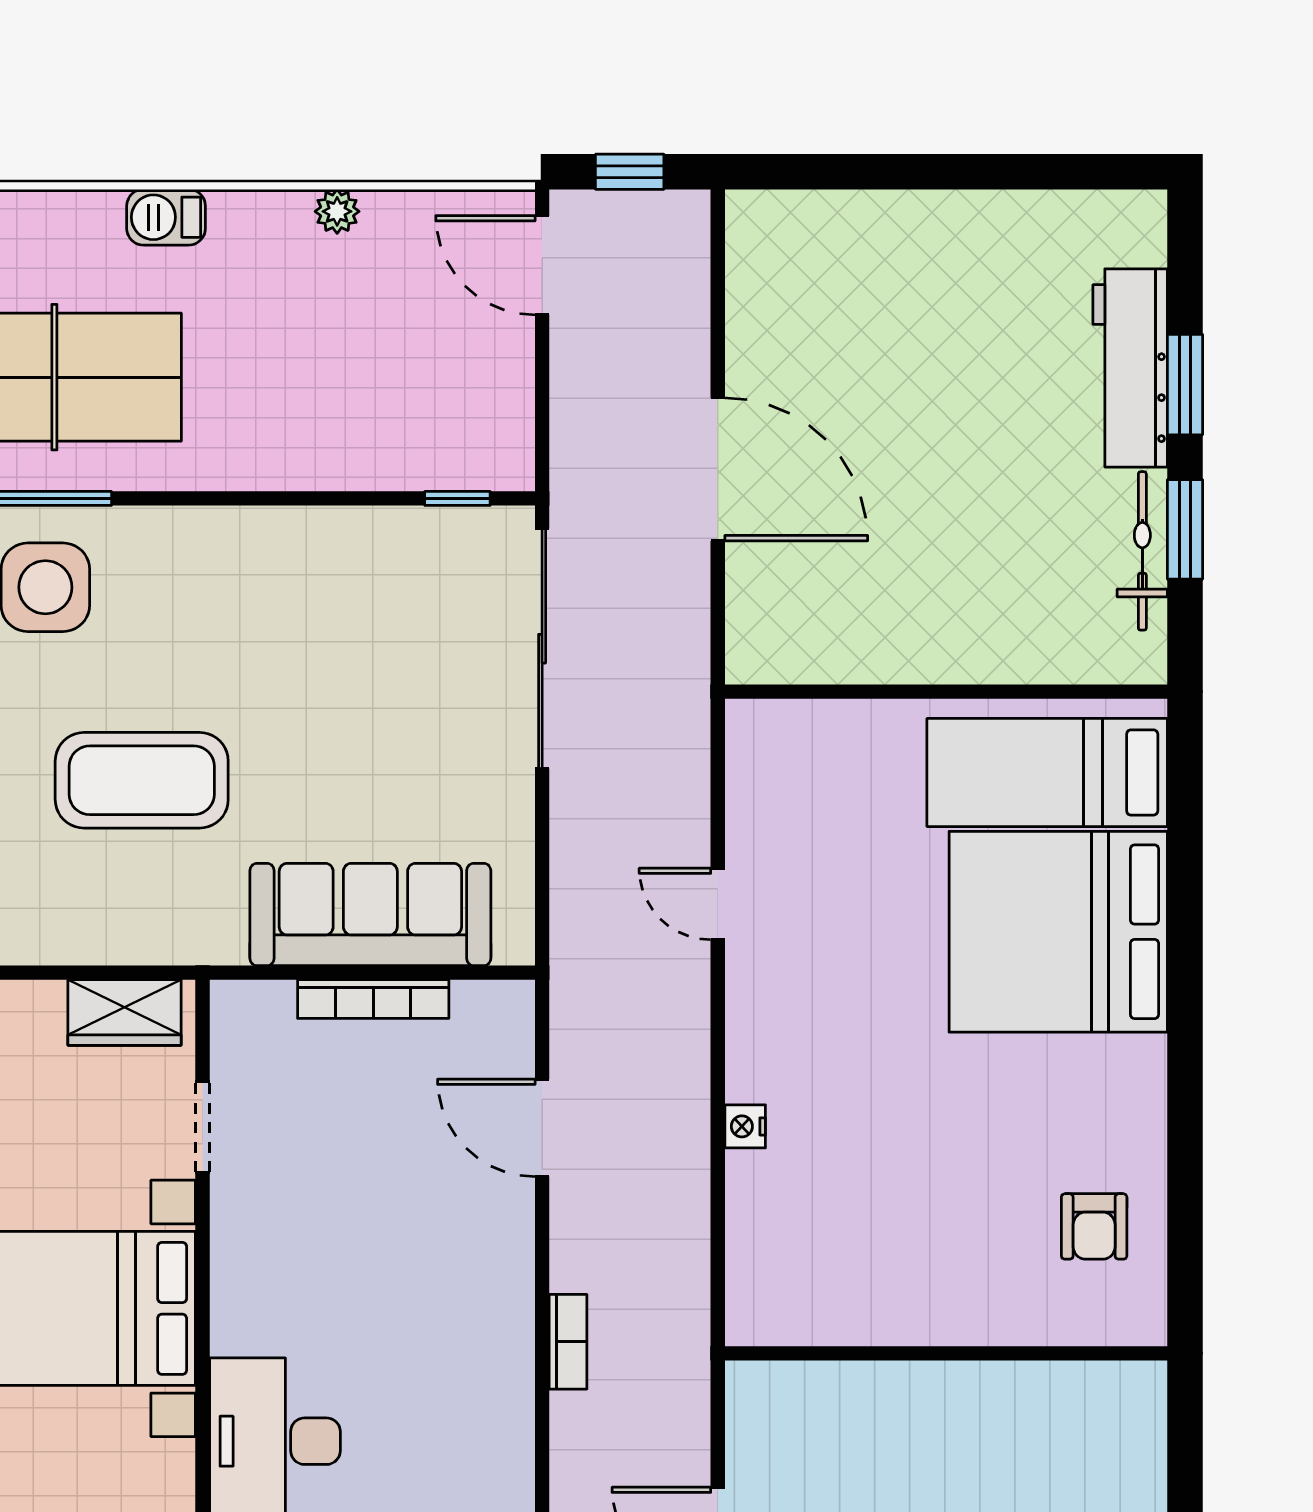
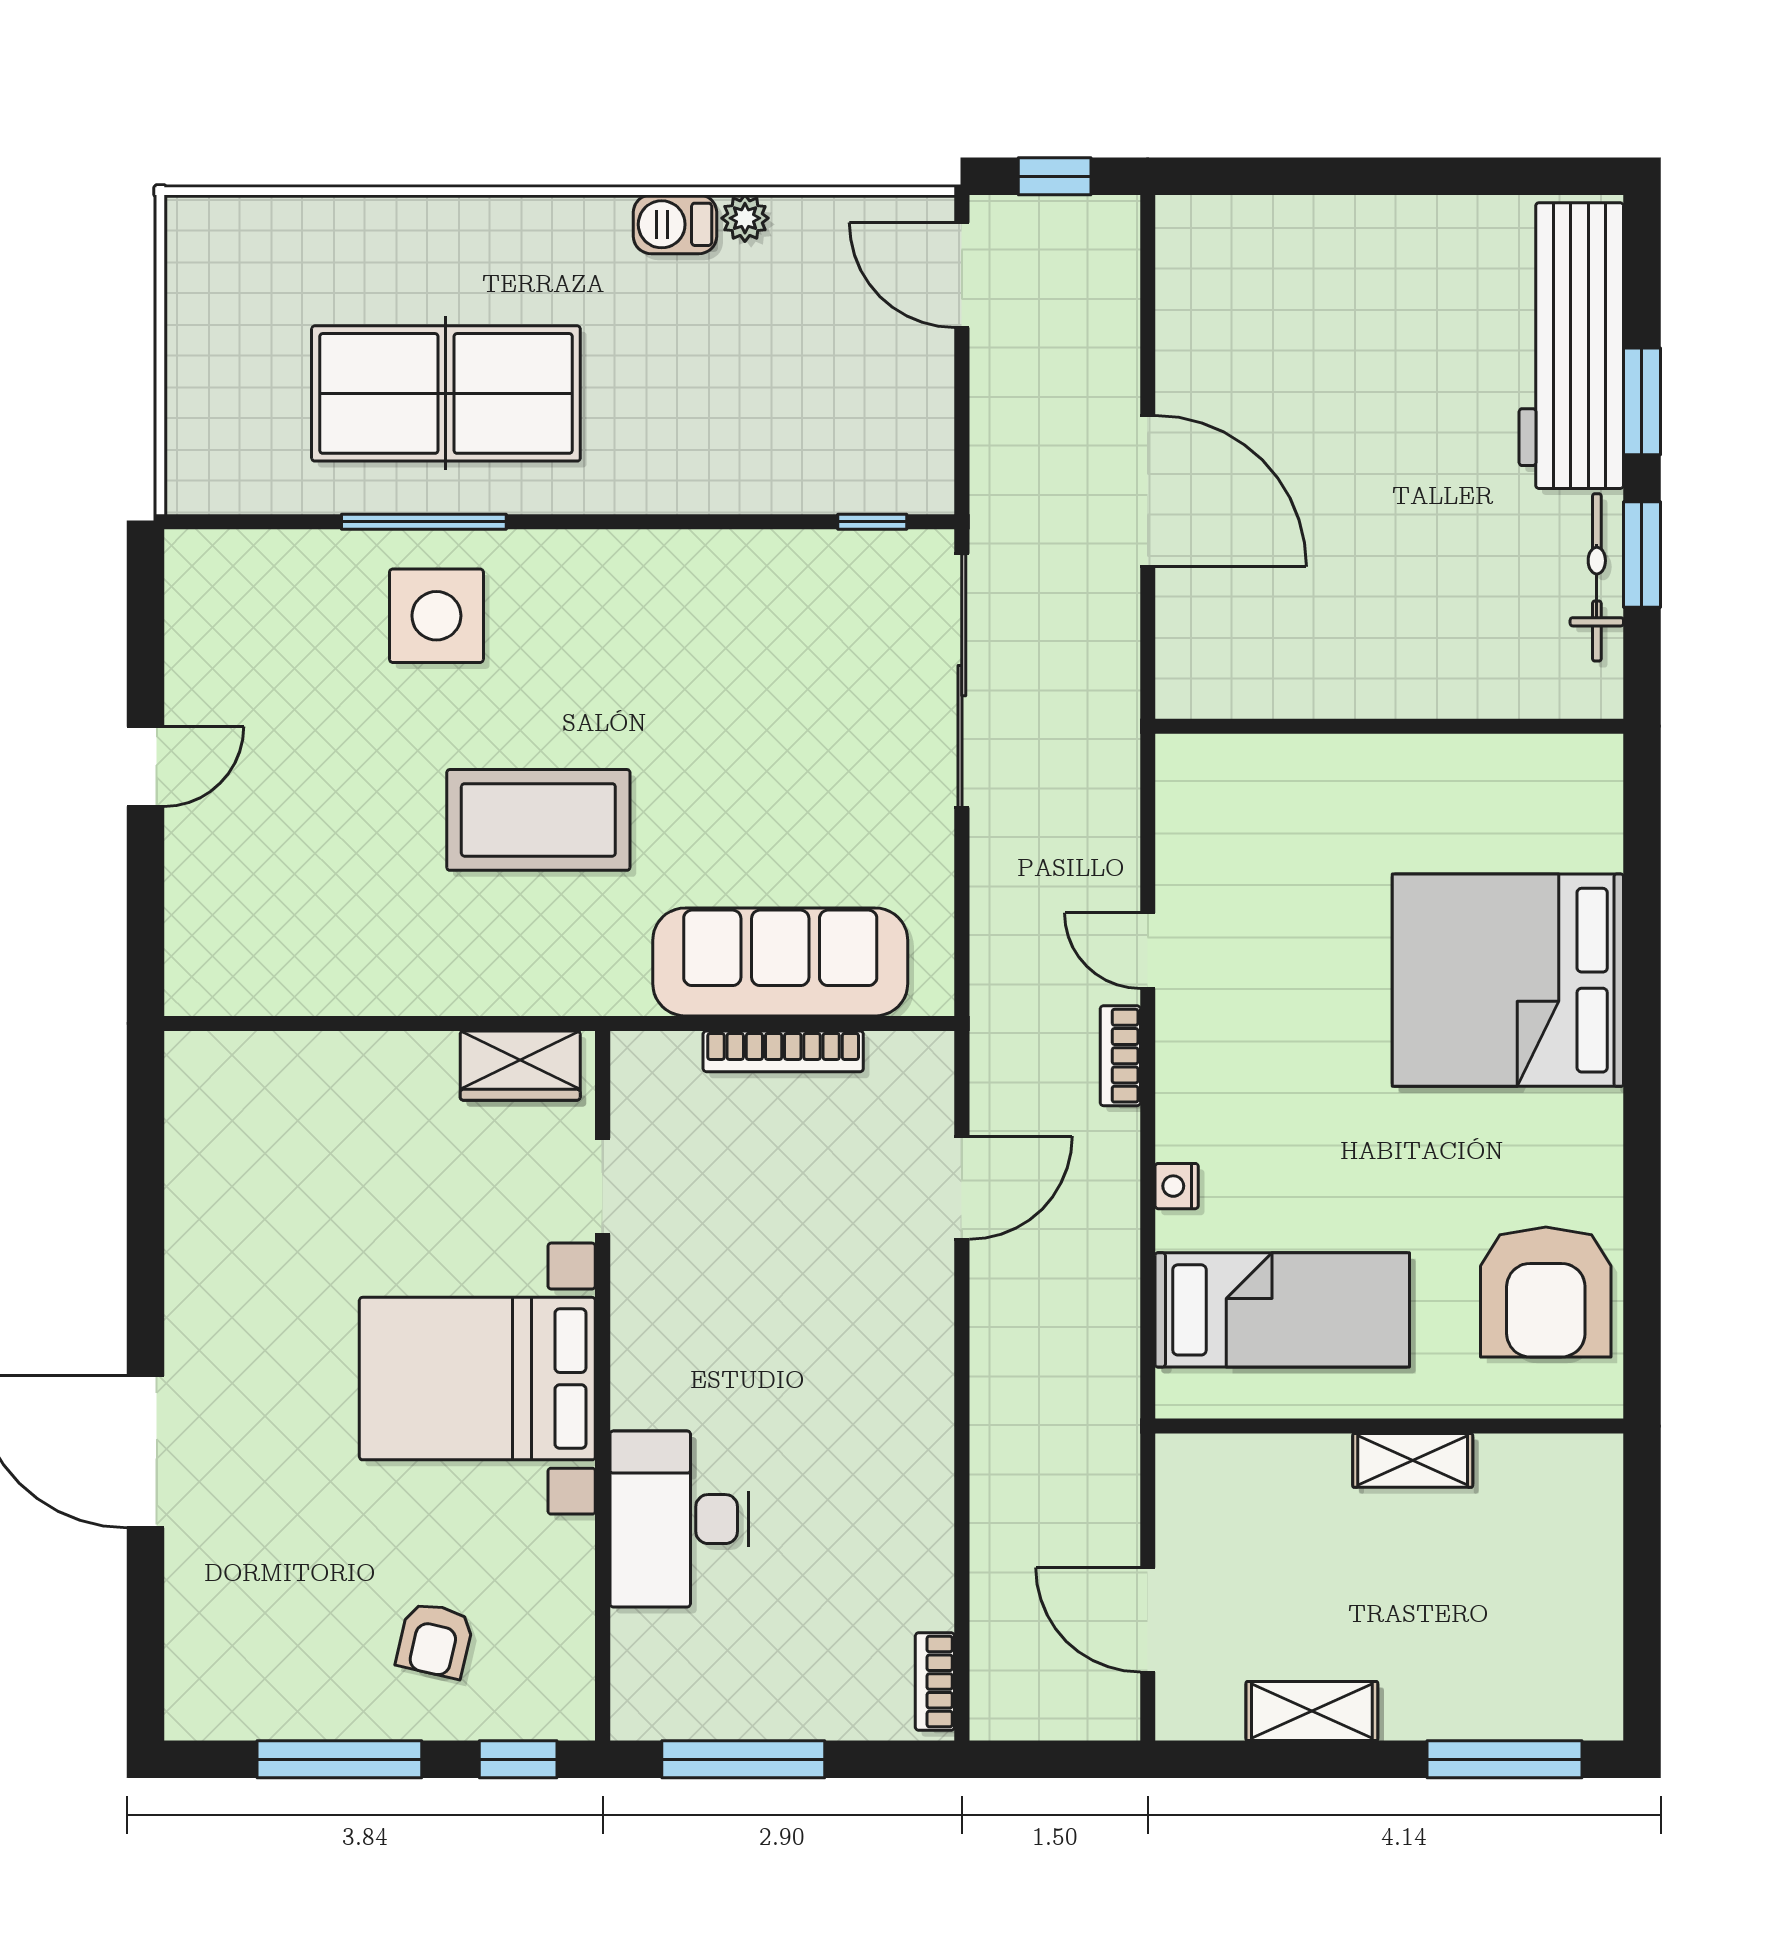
barbecue: (166, 217) -> (675, 224), moved
workbench: (1130, 368) -> (1571, 346), width x1.36, depth x1.32
bed: (1047, 772) -> (1282, 1310), moved, turned 180
door: (542, 1128) -> (962, 1188), swing flipped
armchair: (1094, 1226) -> (1546, 1292), width x1.88, depth x1.88
bookcase: (568, 1342) -> (1120, 1056), moved, turned 180
shelving: (968, 1386) -> (1413, 1460), added

